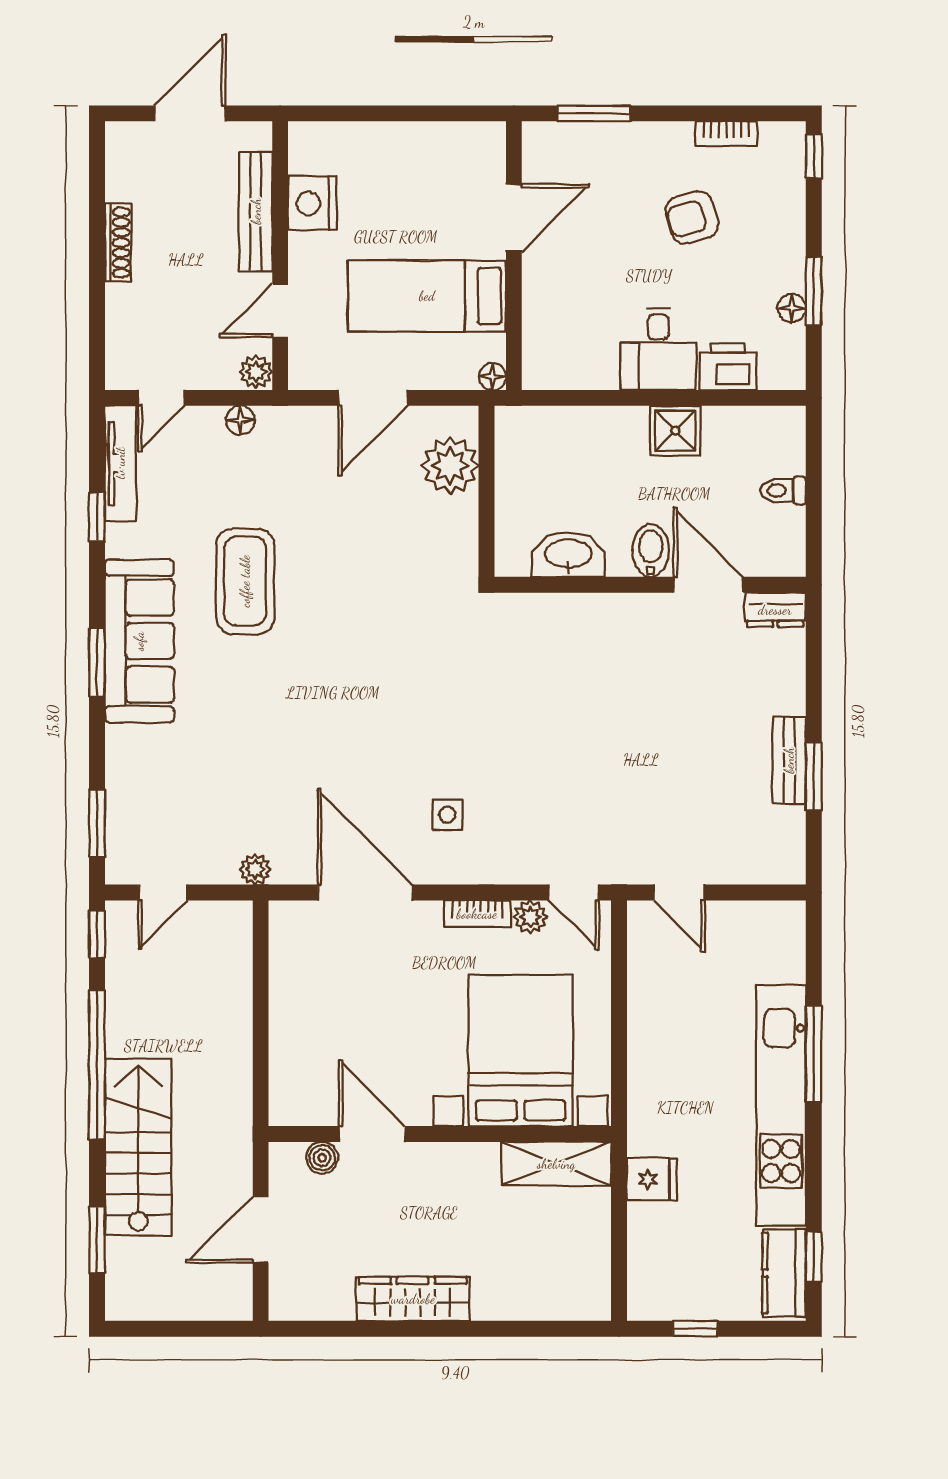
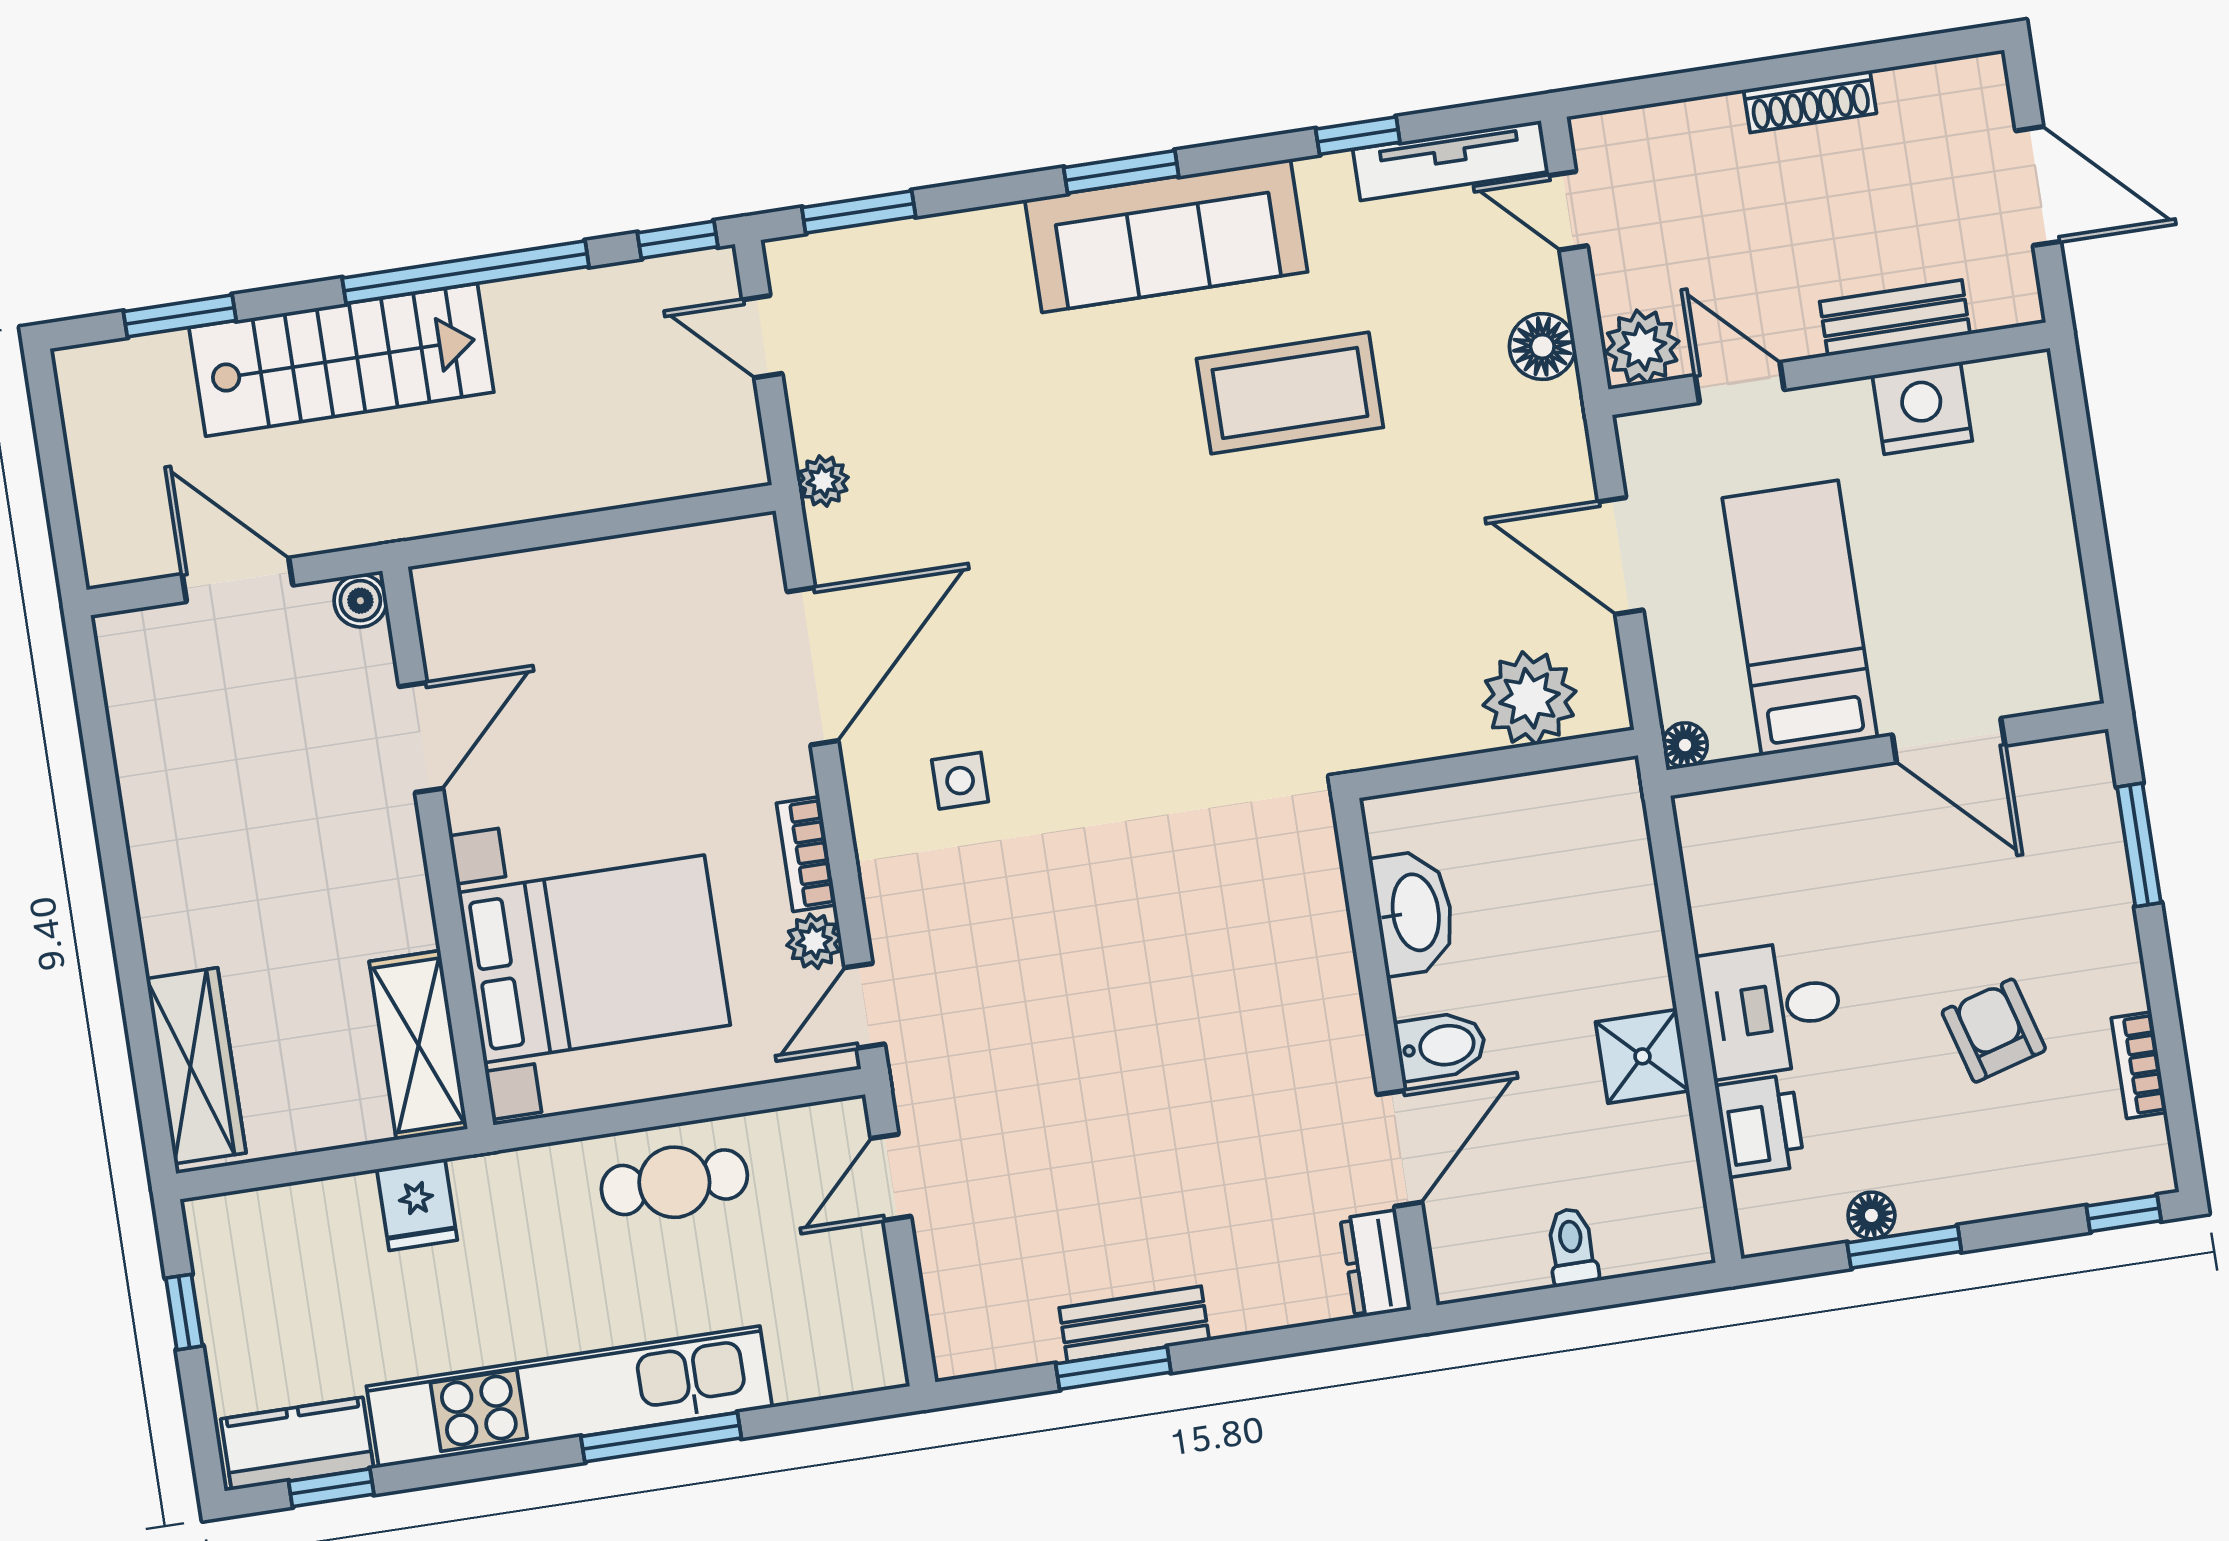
bench: (256, 211) -> (1895, 318), width x0.73
plant: (256, 372) -> (1642, 347), width x1.38, depth x1.38
floor lamp: (240, 420) -> (1542, 346), width x1.37, depth x1.37
cafe table: (662, 1023) -> (674, 1182), added
boiler: (322, 1158) -> (360, 601), moved
wardrobe: (413, 1299) -> (196, 1066), moved

